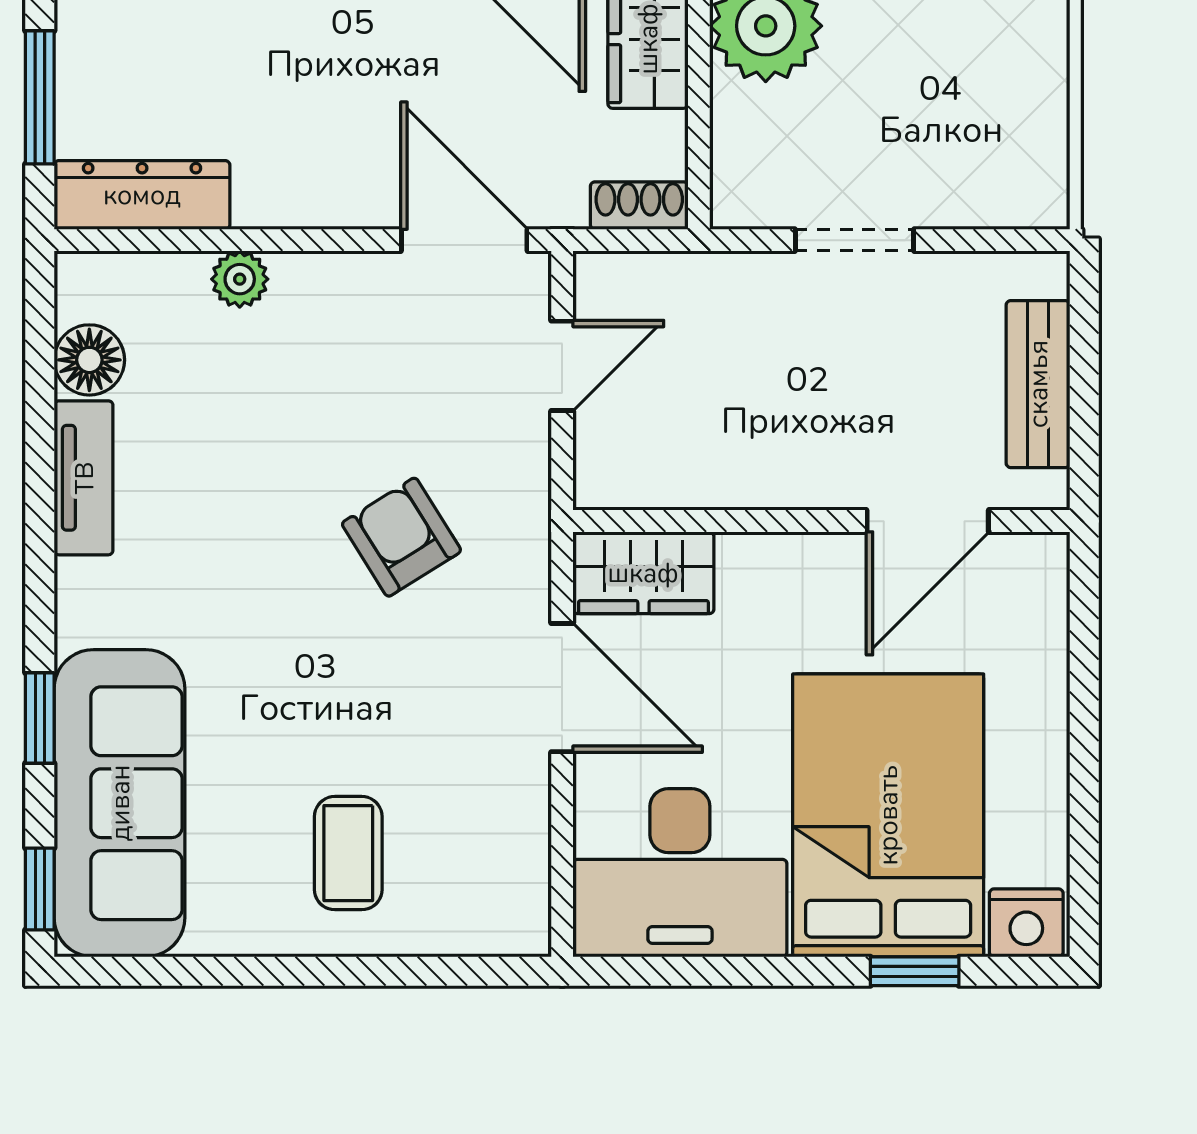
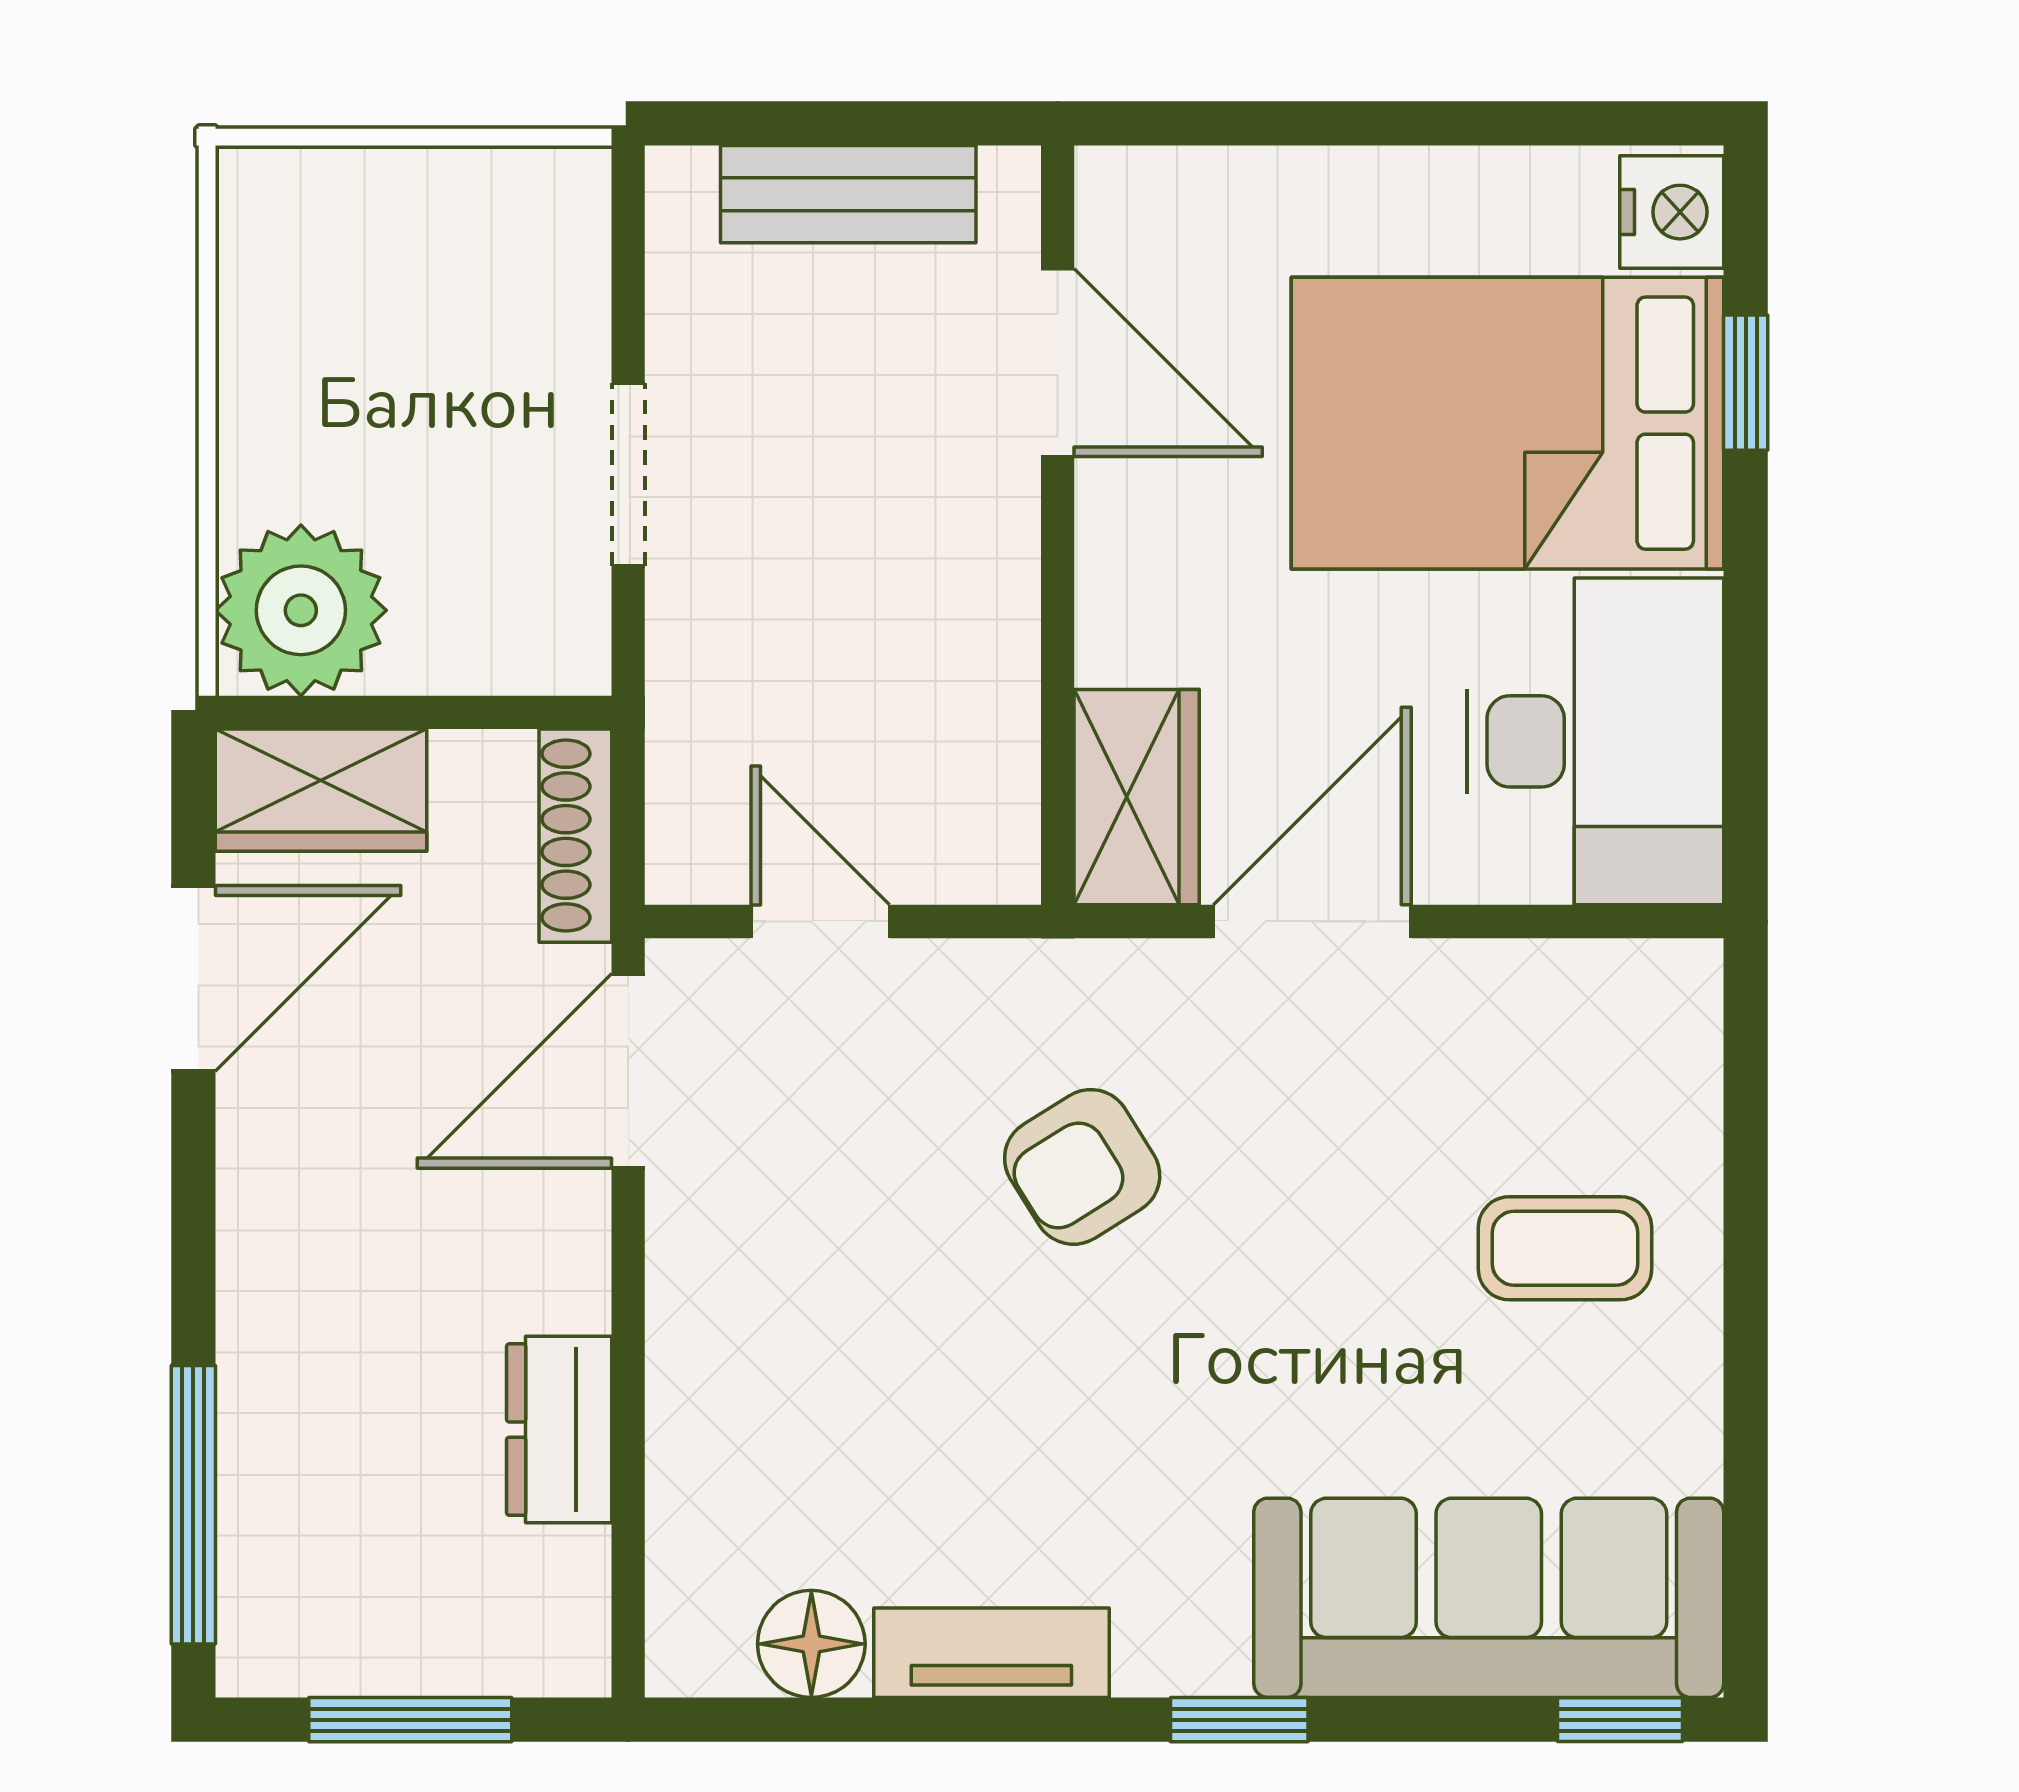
dresser: (142, 195) -> (559, 1430), moved, width x0.70
shoe rack: (639, 206) -> (575, 836), width x1.43
plant: (240, 279) -> (688, 1414), removed
window: (40, 718) -> (1239, 1720), moved

